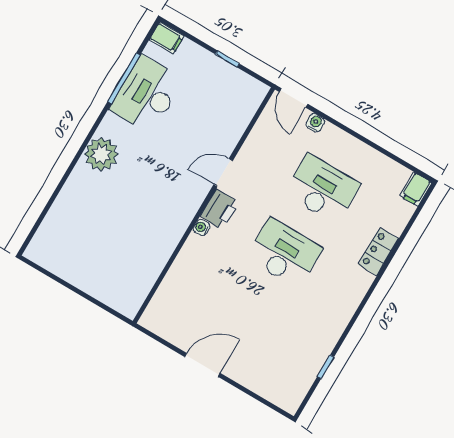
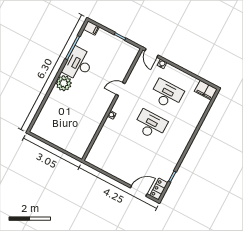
desk: (147, 94) -> (78, 64), moved
filing cabinet: (416, 189) -> (206, 90), width x2.00
printer: (220, 209) -> (120, 106), removed
locker: (378, 252) -> (159, 189), moved
door: (202, 365) -> (139, 191), moved

